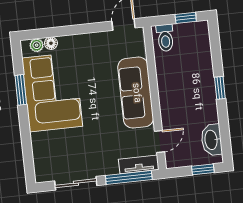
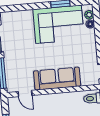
tv unit: (139, 164) -> (10, 80), removed

